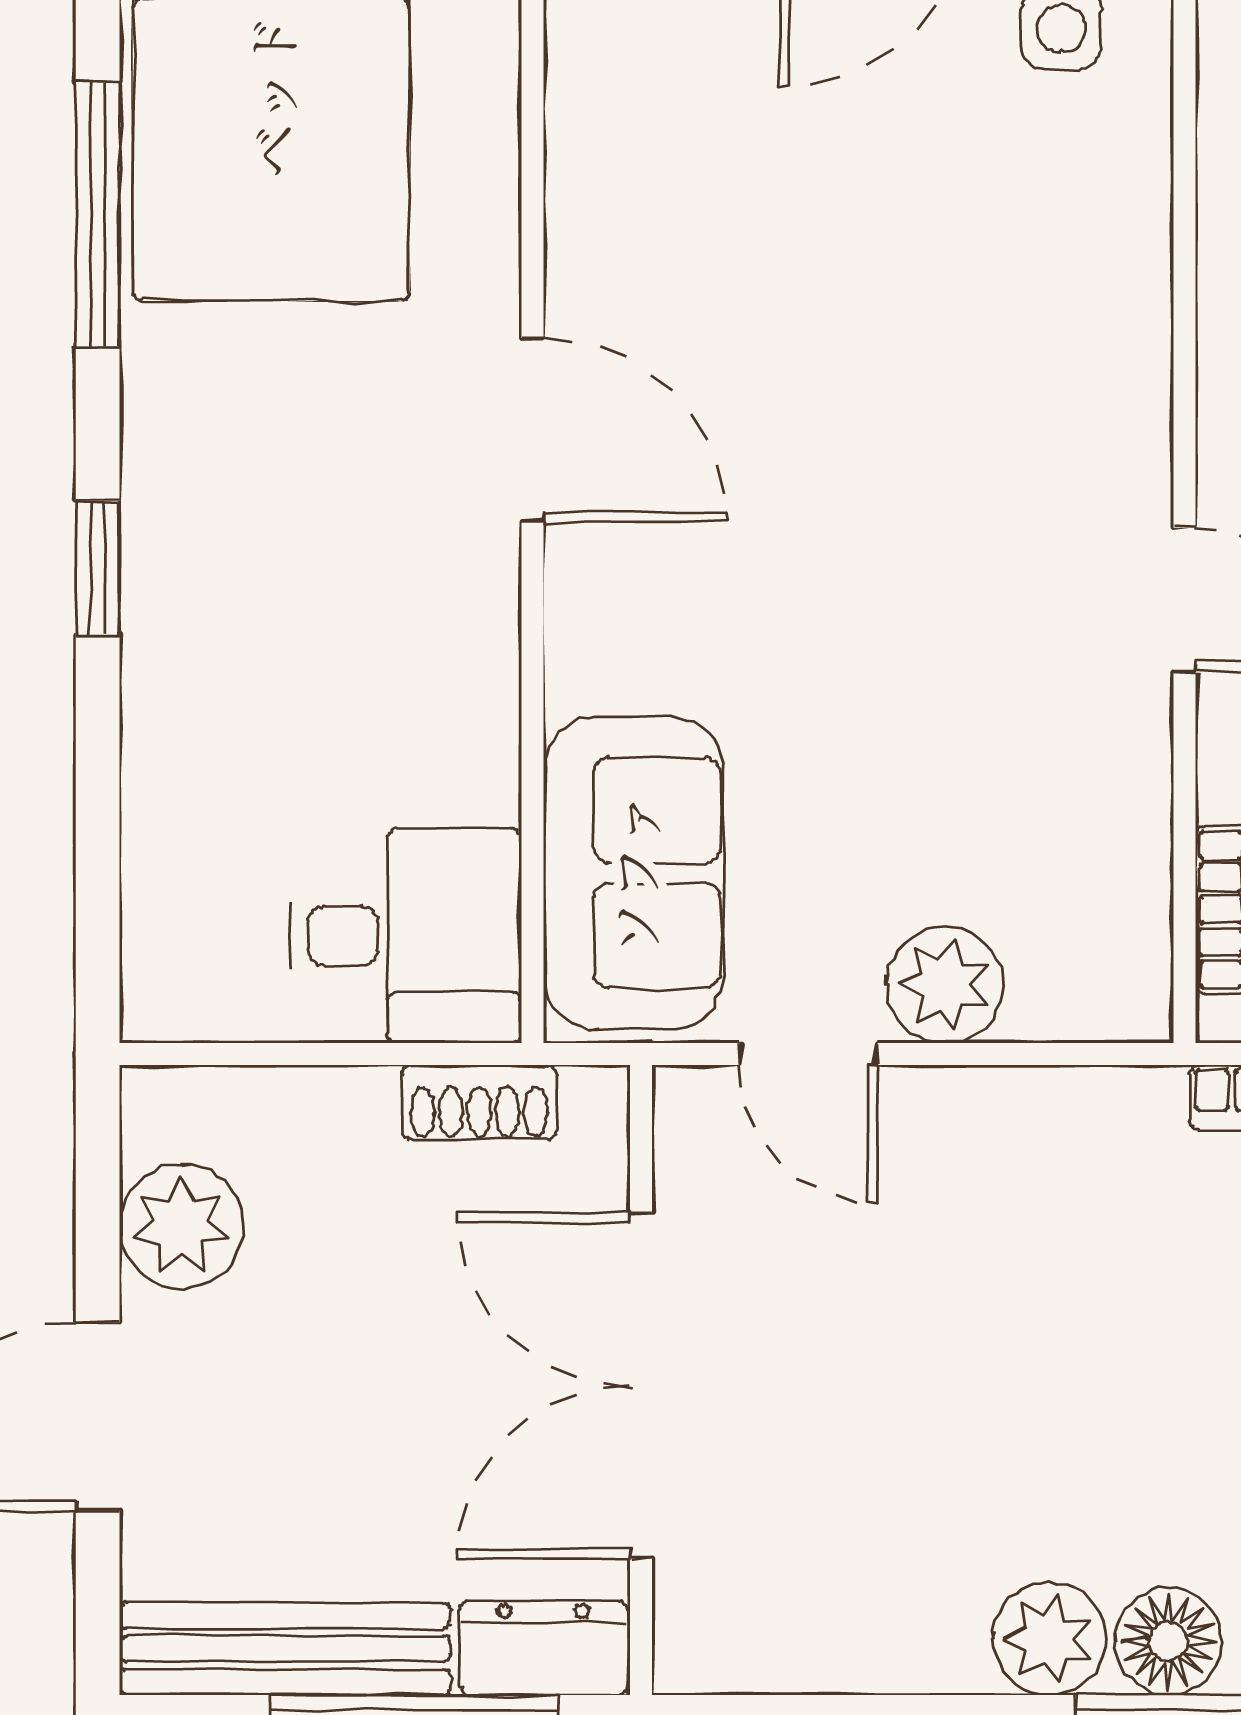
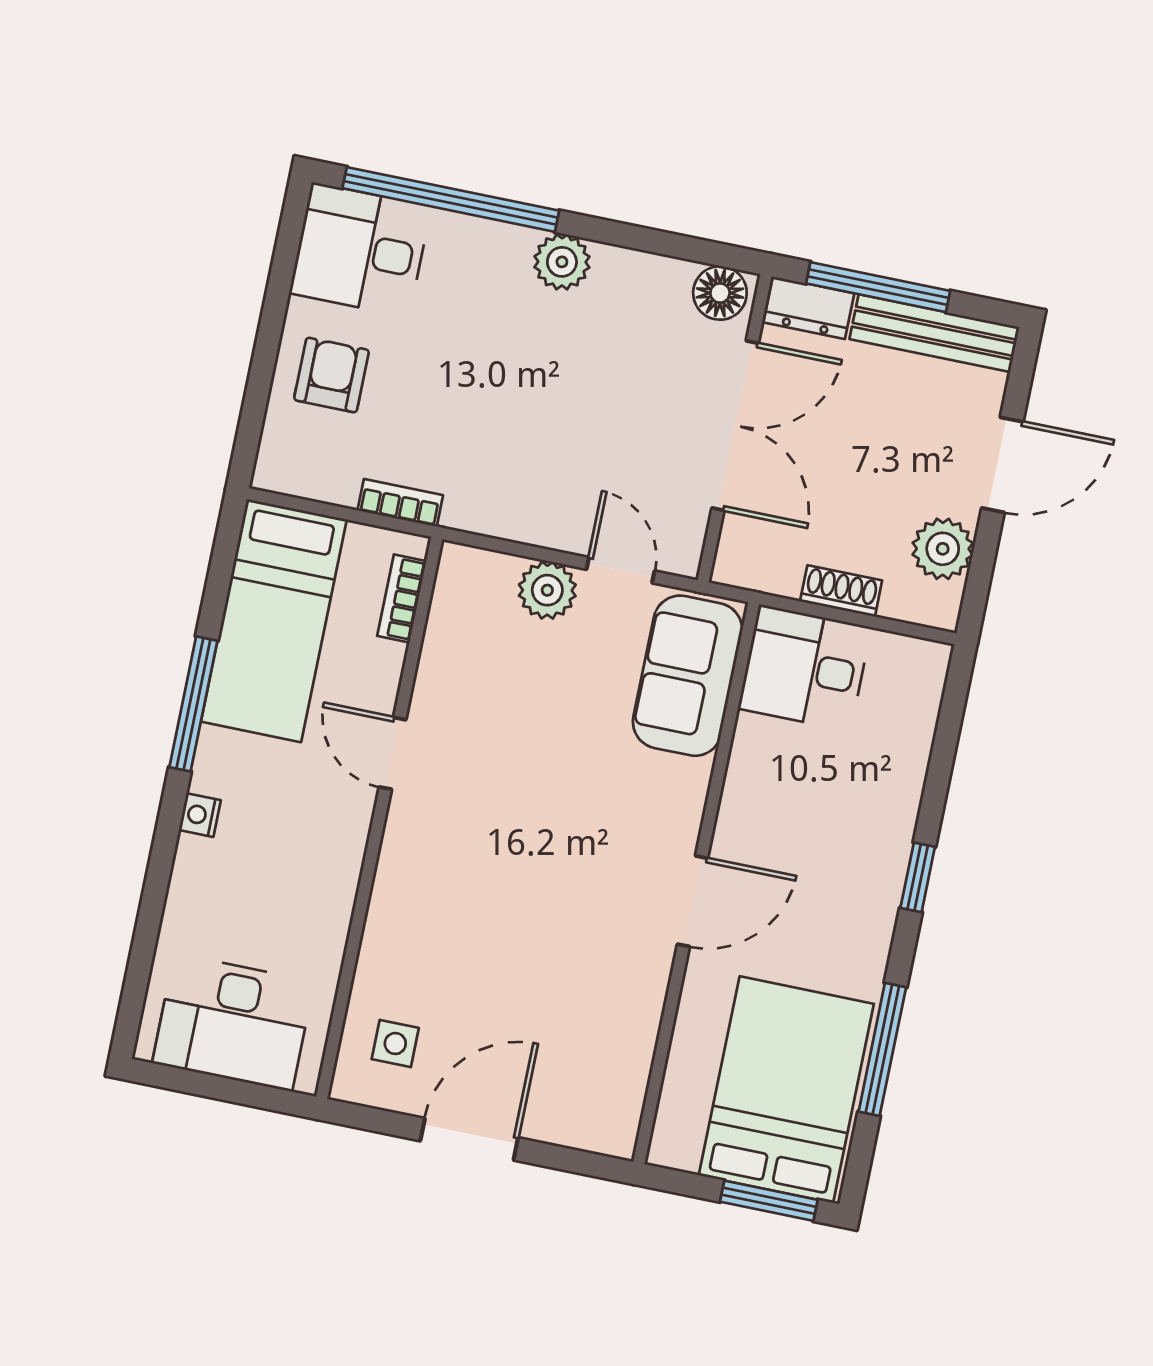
door: (532, 430) -> (693, 901), swing flipped
shoe rack: (479, 1102) -> (841, 591), moved
floor lamp: (1168, 1641) -> (720, 293), moved

